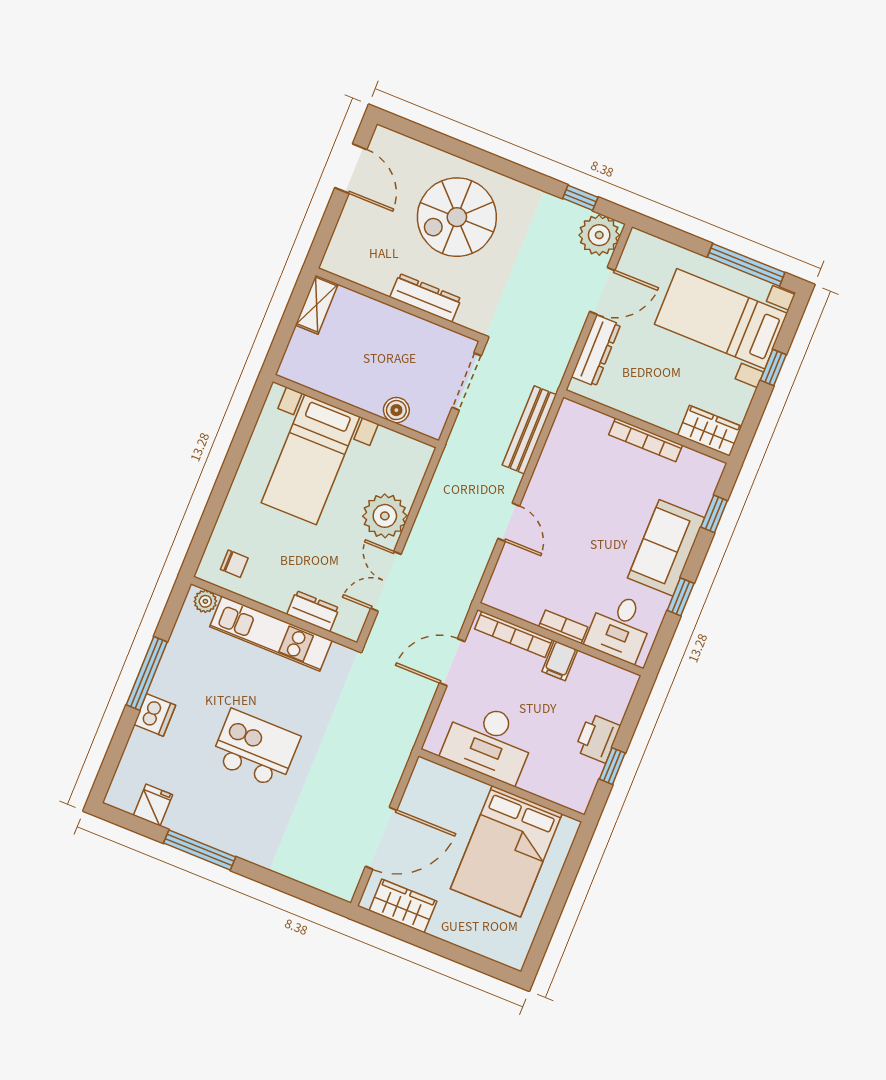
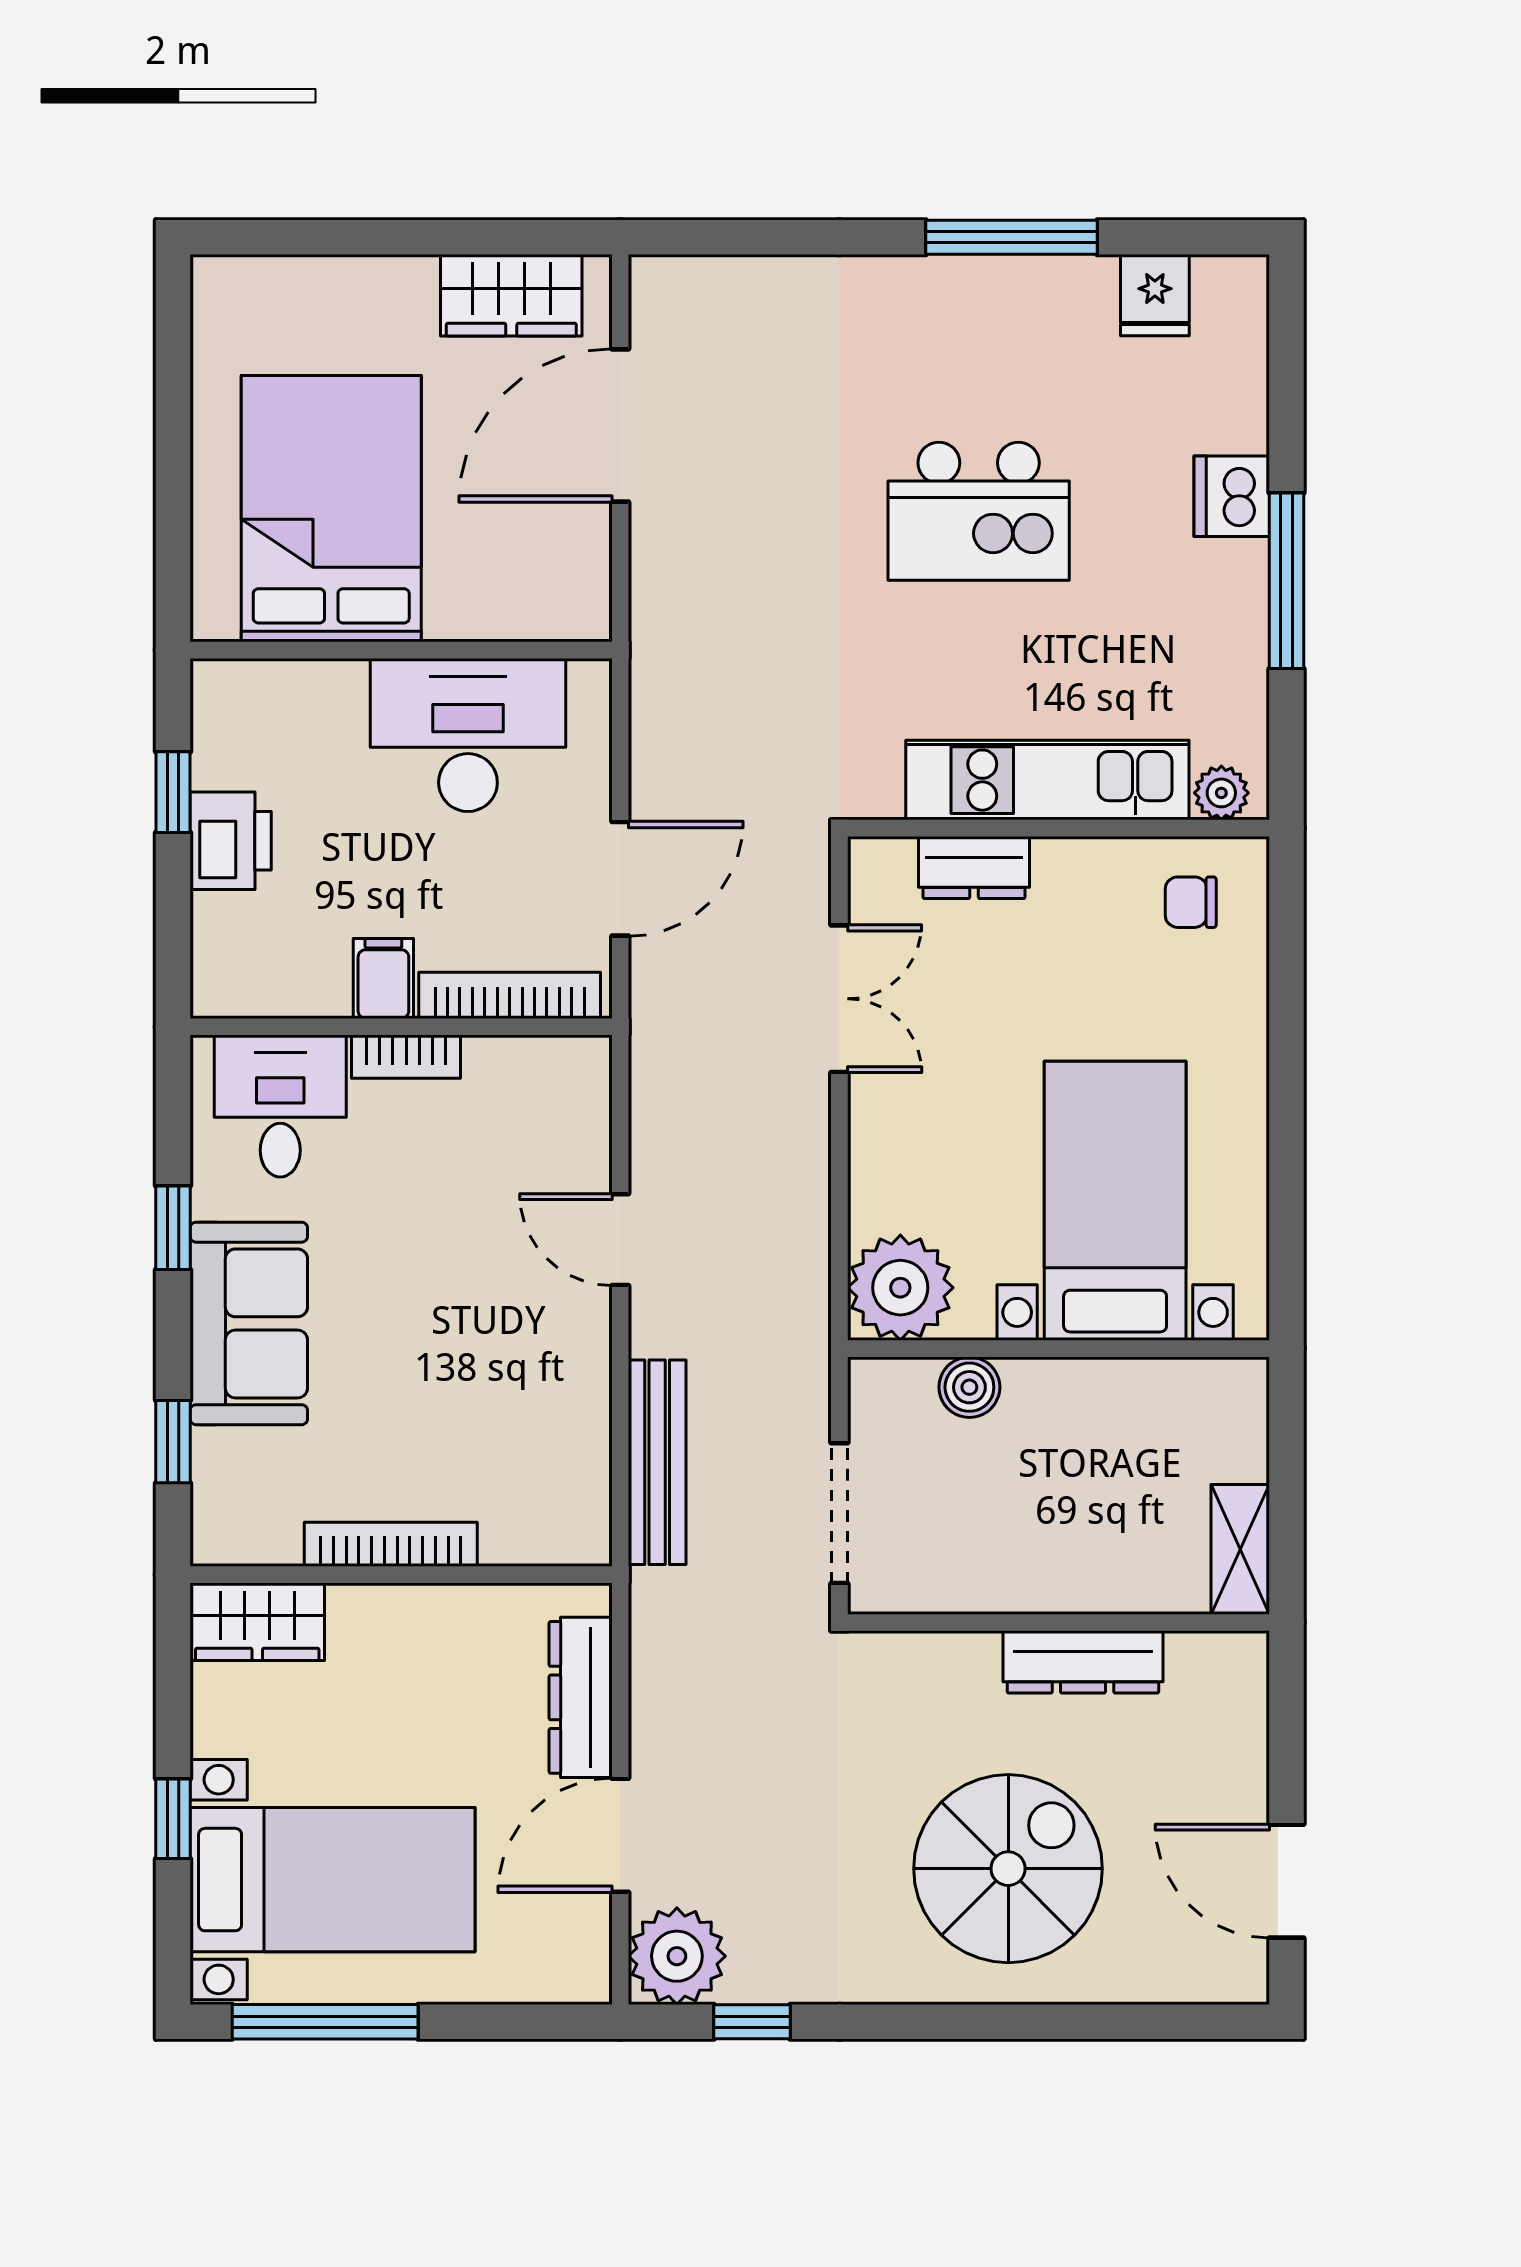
dresser: (426, 298) -> (1083, 1662), moved
plant: (385, 516) -> (900, 1288), moved

